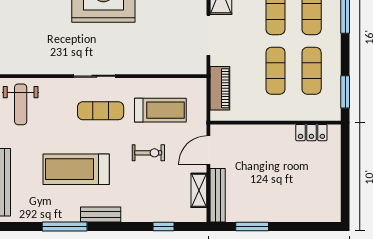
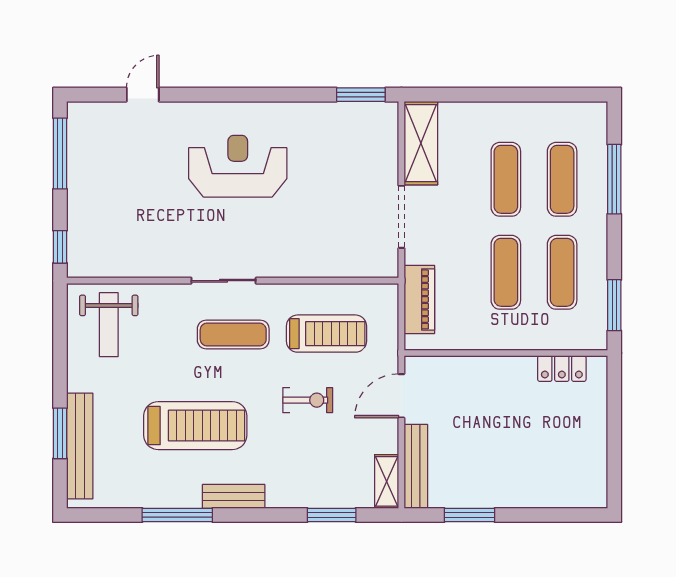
treadmill: (76, 169) -> (195, 426), turned 180
shelving: (199, 190) -> (387, 481), moved
window: (164, 227) -> (332, 515), width x1.50

